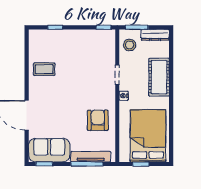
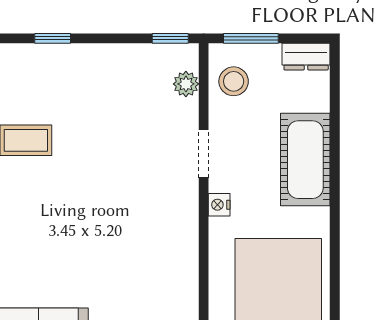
dresser: (155, 35) -> (306, 57), width x0.70
plant: (110, 46) -> (186, 84), added
armchair: (98, 120) -> (156, 264), removed

